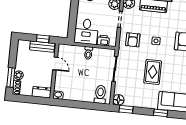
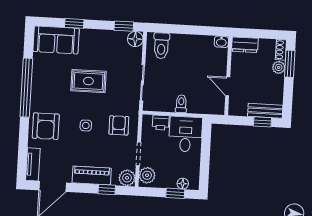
window: (43, 39) -> (262, 122), moved
bench: (42, 47) -> (265, 111), moved
rug: (153, 72) -> (88, 81), turned 90

